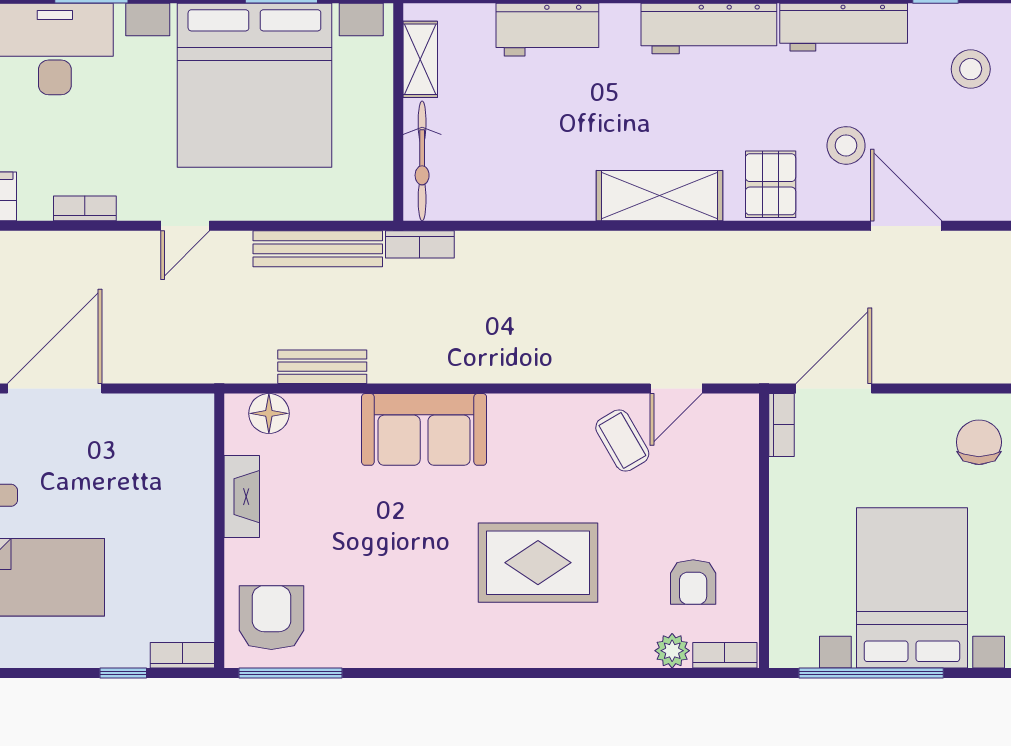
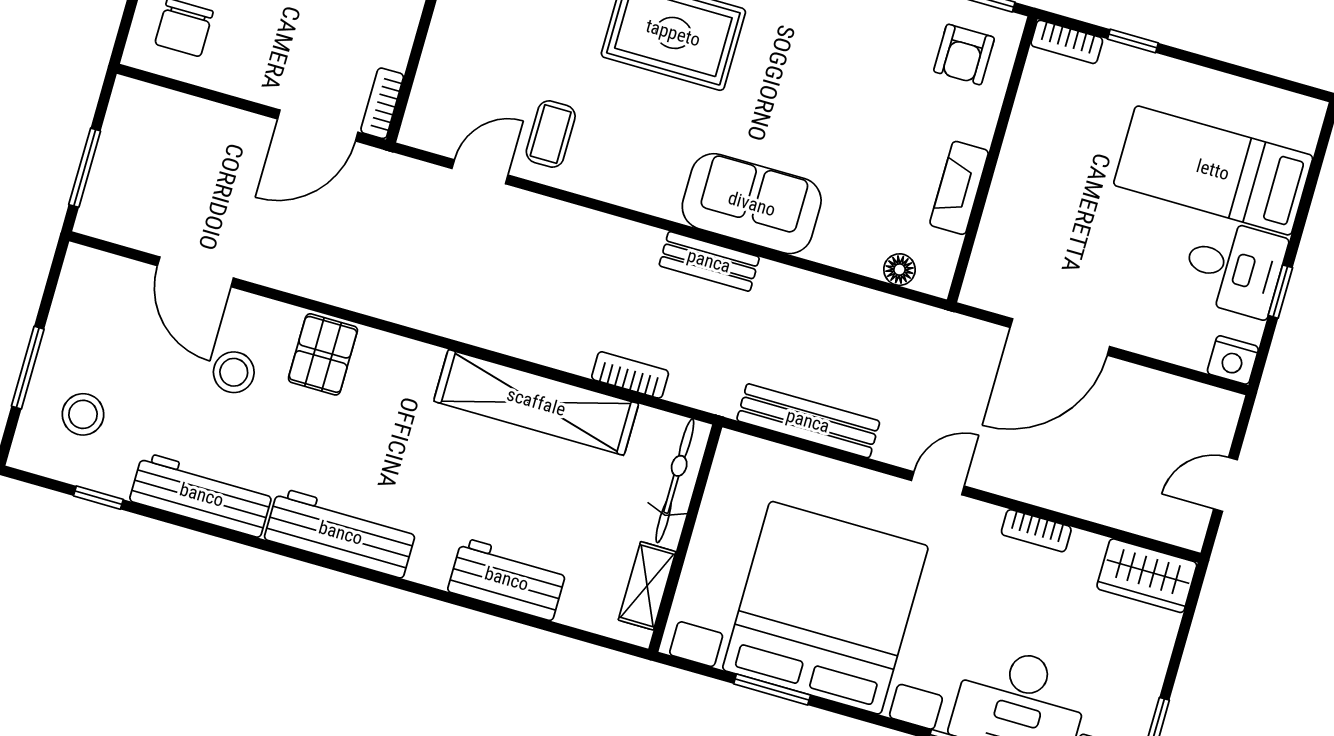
shelving: (659, 196) -> (536, 402), moved, width x1.47
bookcase: (420, 244) -> (630, 375), moved
bench: (322, 367) -> (709, 261), moved
door: (55, 388) -> (1060, 337), moved
floor lamp: (269, 413) -> (899, 270), width x0.73, depth x0.73
coffee table: (622, 441) -> (551, 134), turned 30
armchair: (271, 618) -> (964, 55), width x0.72, depth x0.72

